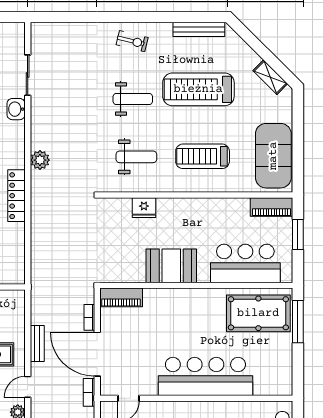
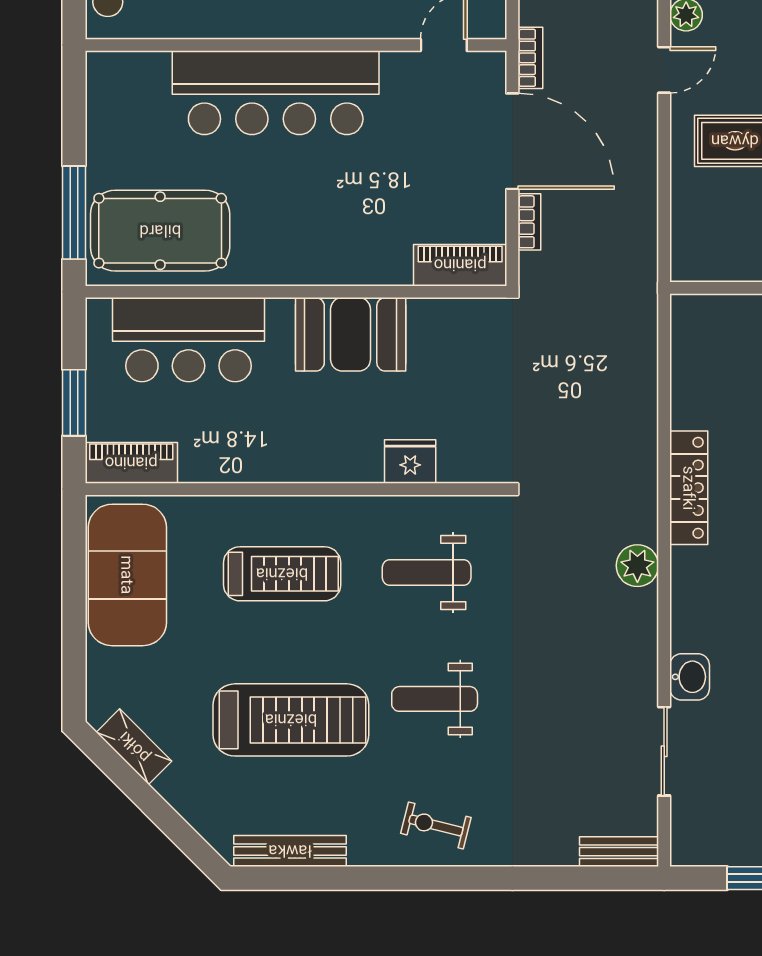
bench: (37, 344) -> (619, 852), moved, turned 90

